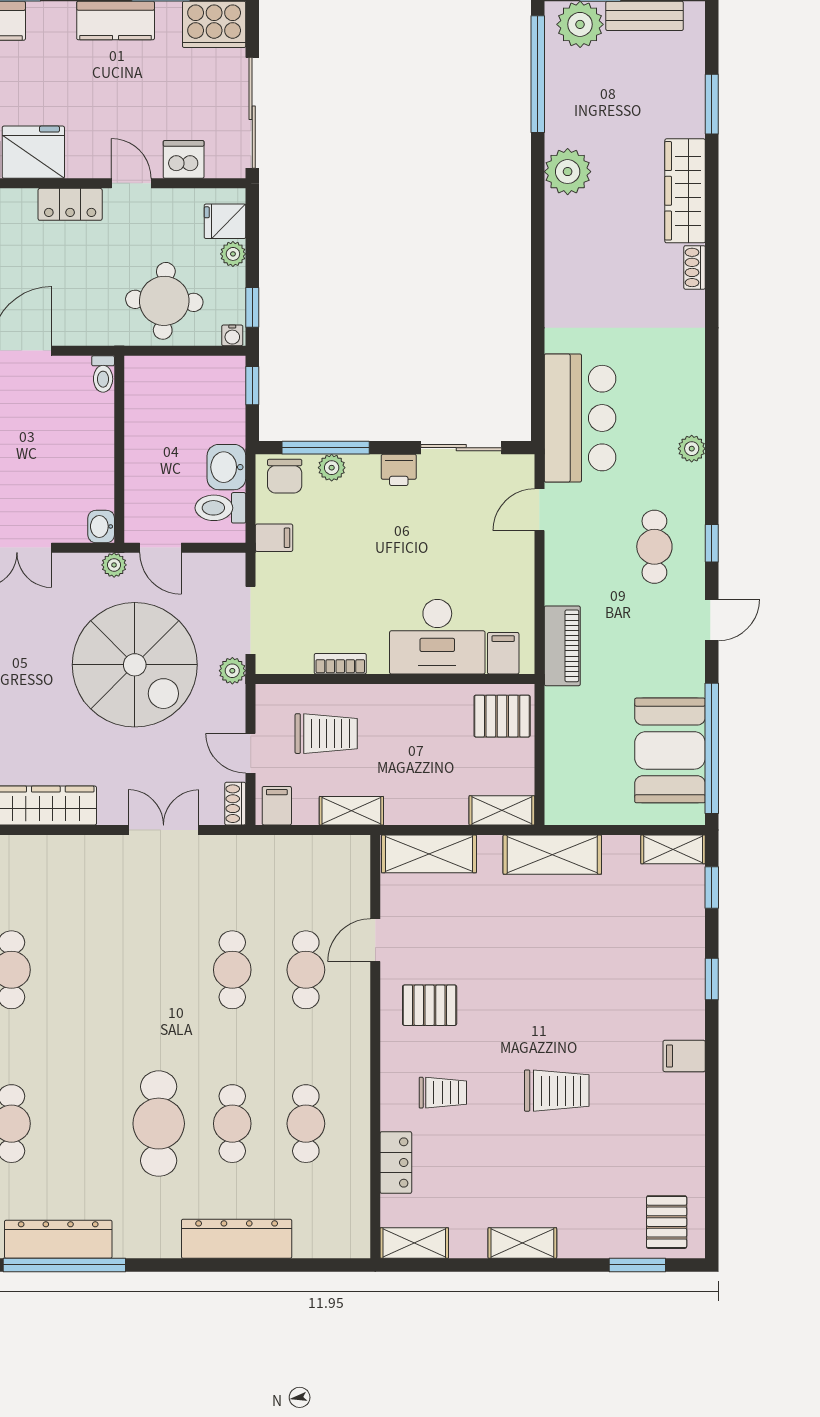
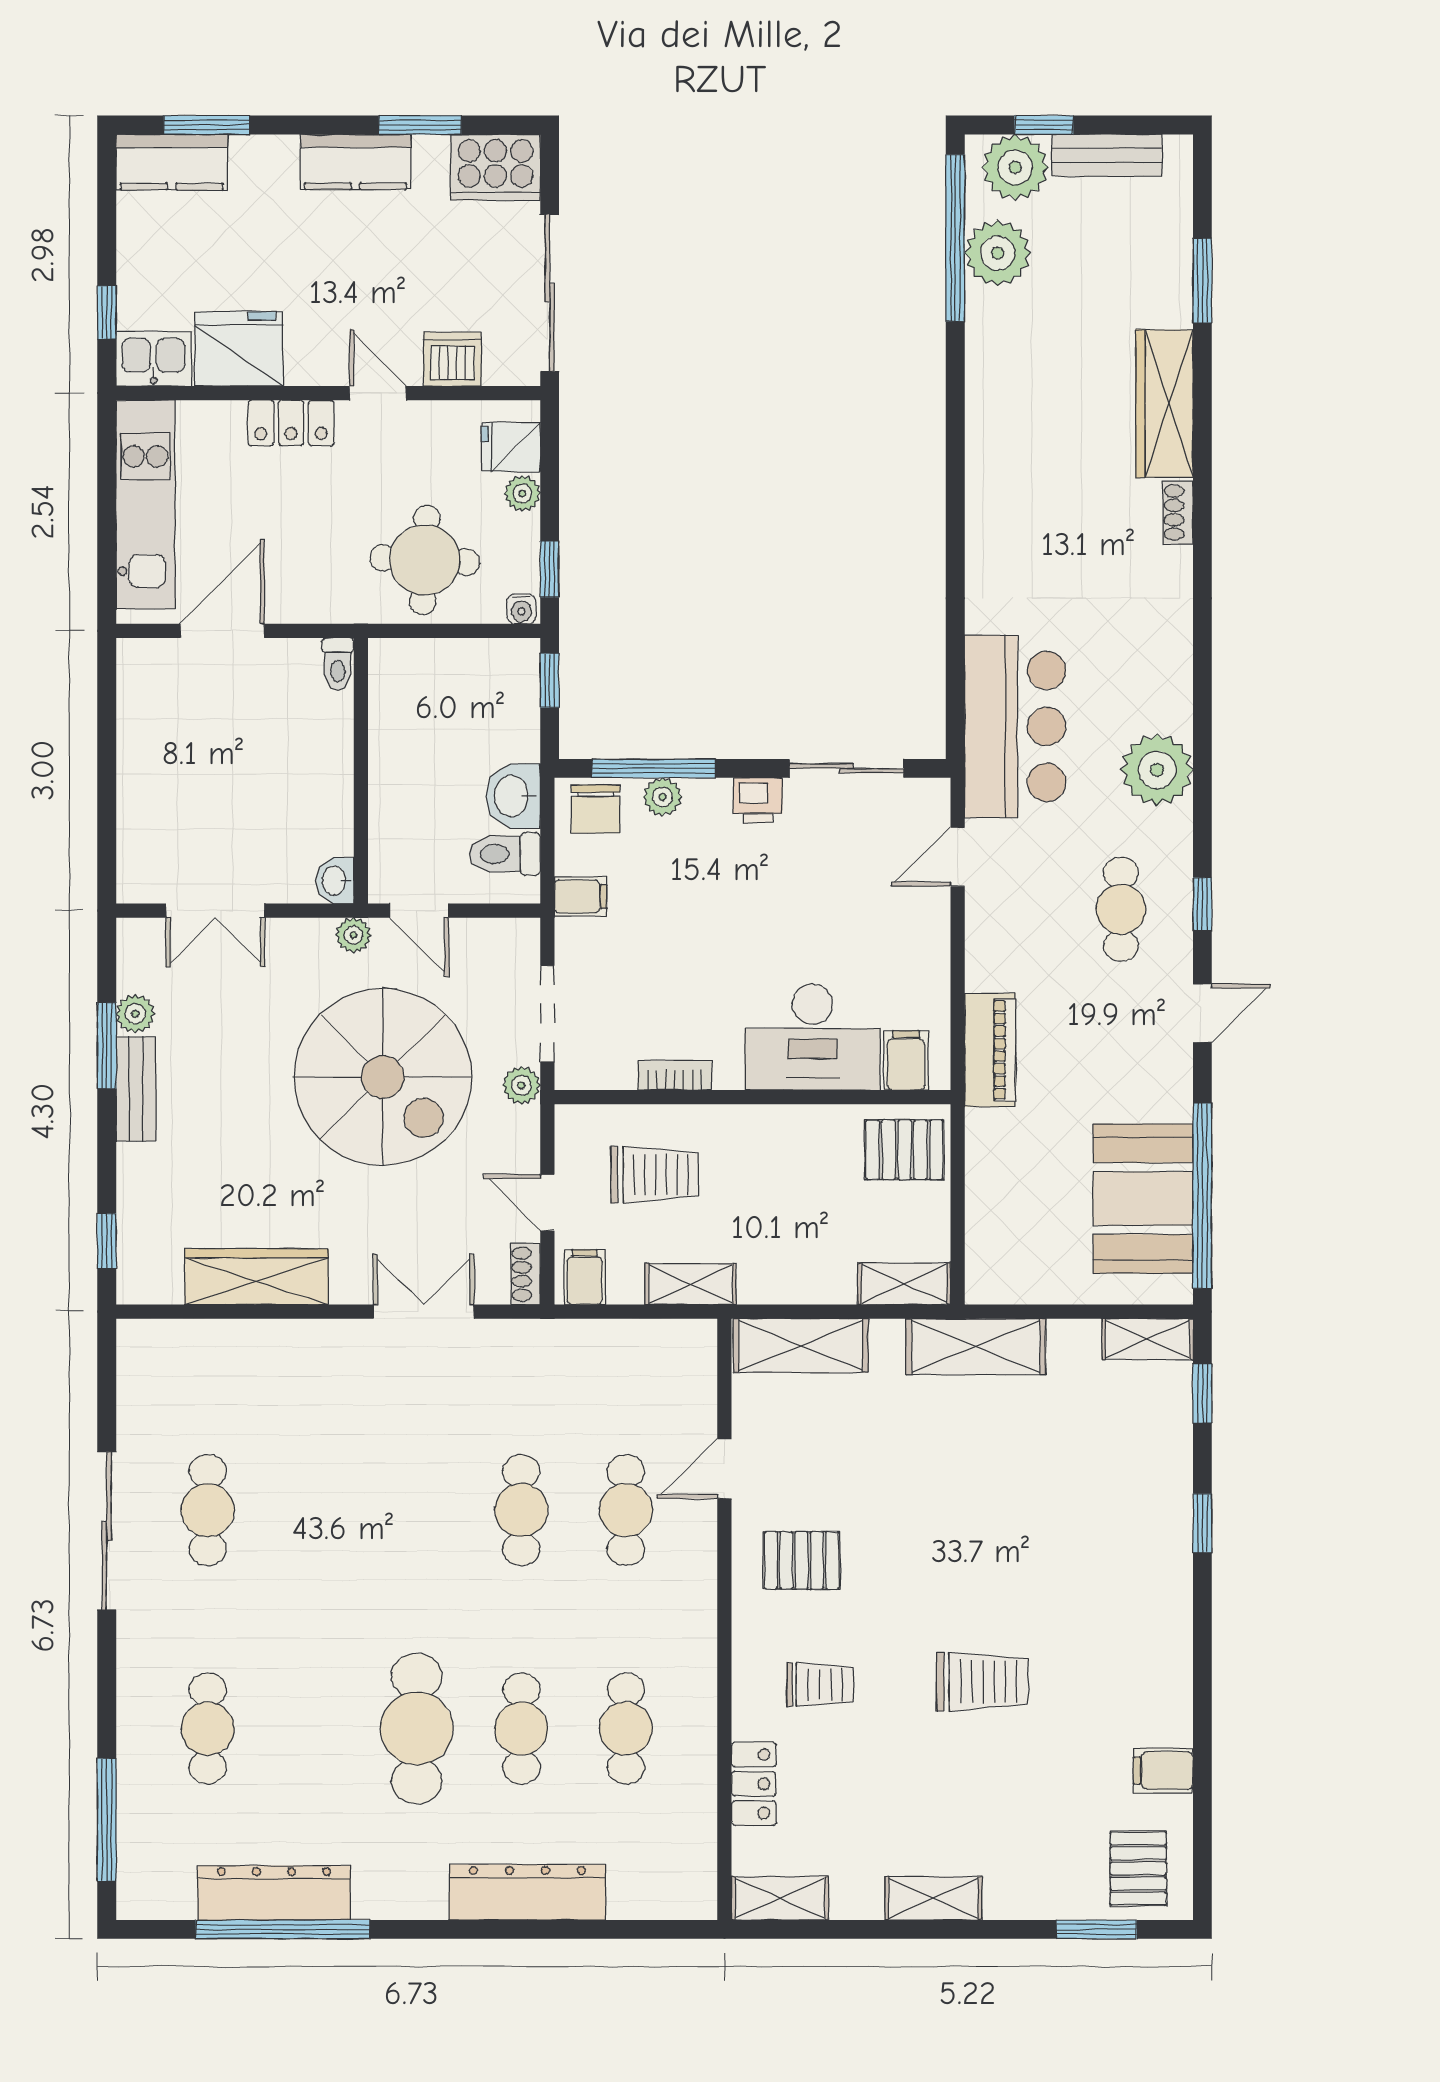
plant: (568, 172) -> (998, 253), moved
plant: (692, 449) -> (1157, 770), width x1.87, depth x1.87
filing cabinet: (684, 1056) -> (1163, 1770), moved

